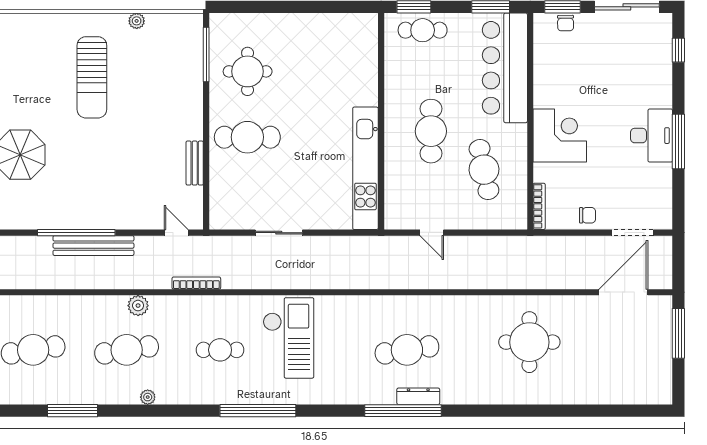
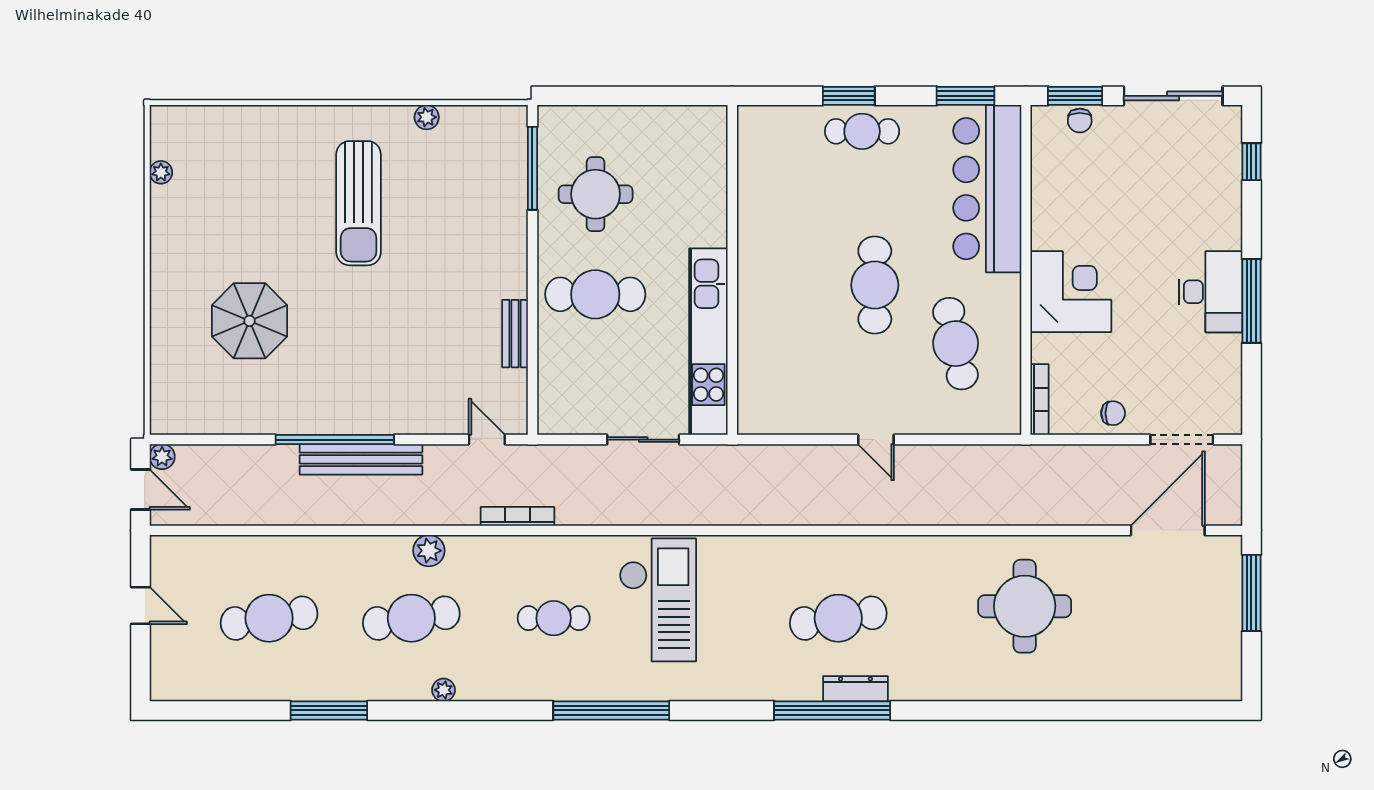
wall: (381, 121) -> (732, 270), moved
kitchen unit: (365, 168) -> (708, 342), moved

